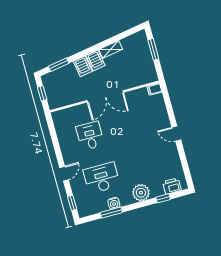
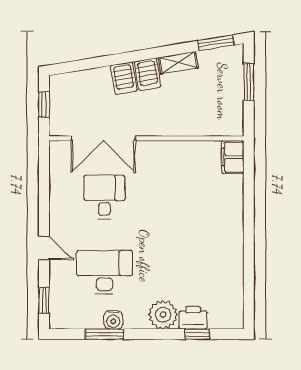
window: (59, 65) -> (216, 43), moved
filing cabinet: (154, 89) -> (233, 157), width x2.00
double door: (105, 96) -> (103, 138), moved
door: (176, 134) -> (249, 233), removed
door: (64, 174) -> (44, 248), hinge flipped
printer: (172, 186) -> (193, 318), moved

